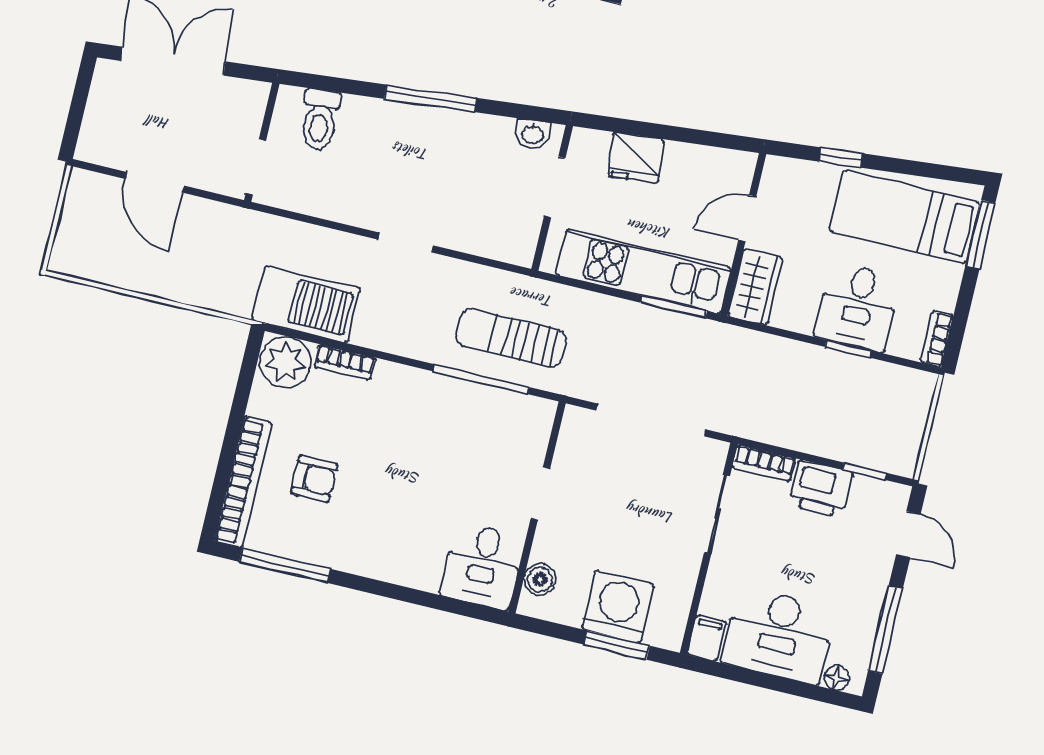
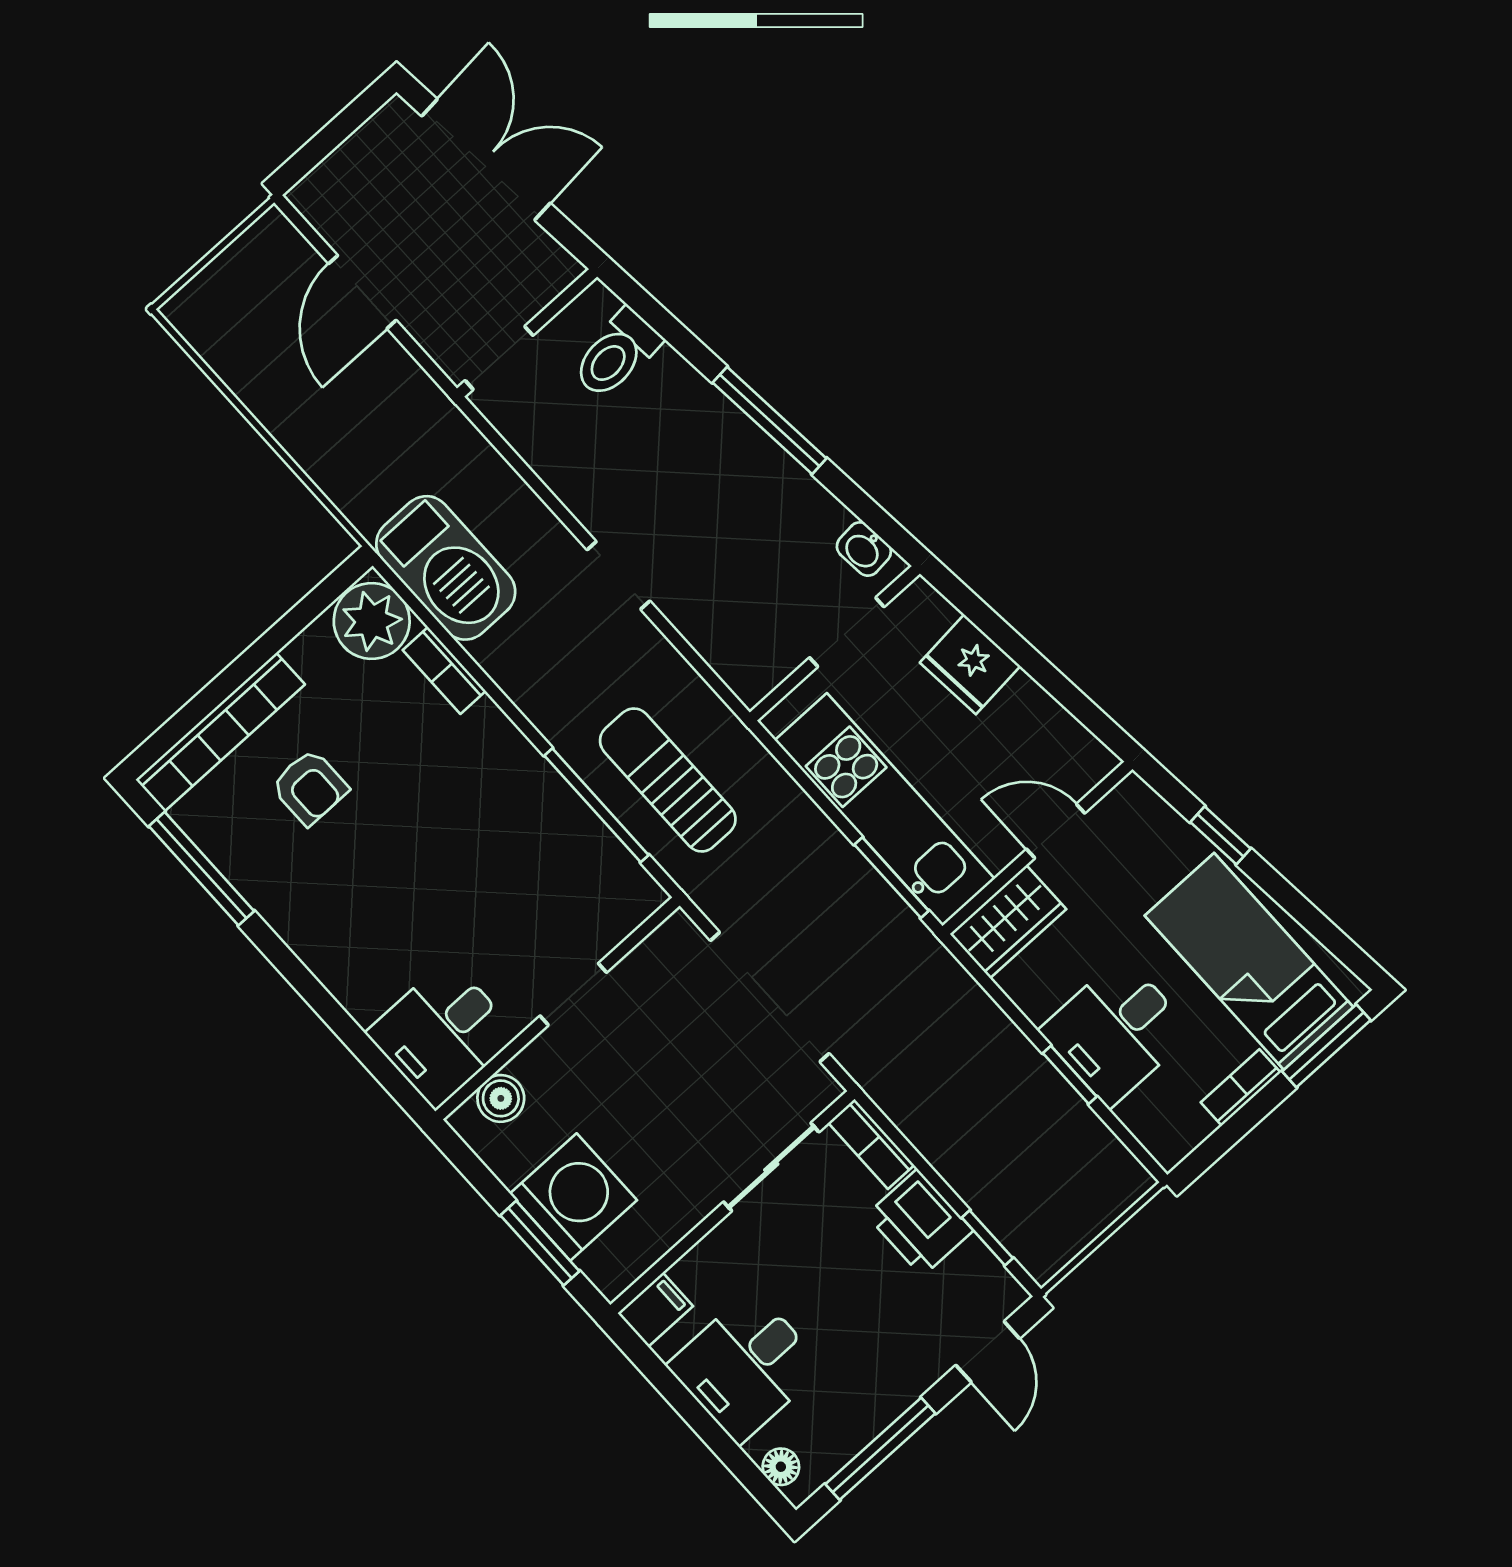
bookcase: (937, 339) -> (1241, 1087), moved
desk: (779, 635) -> (746, 1366), width x0.73

